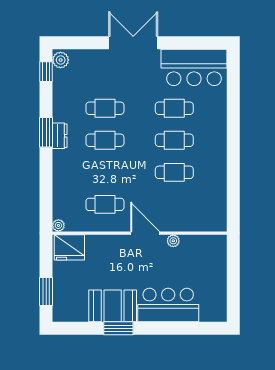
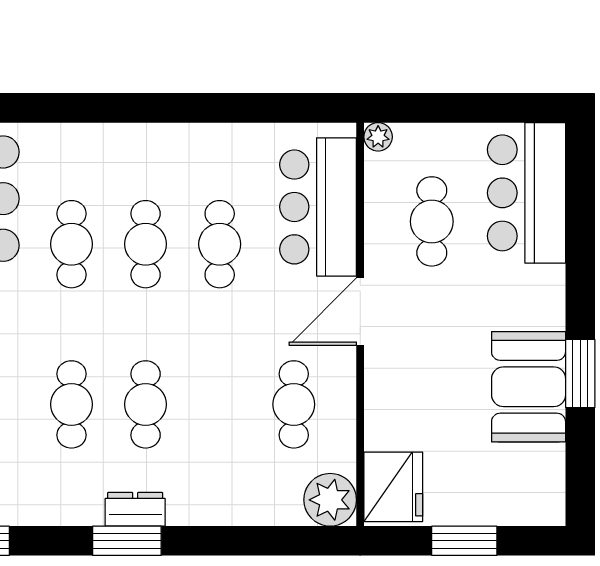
bar counter: (190, 215) -> (318, 207), added
plant: (58, 225) -> (330, 500), width x1.87, depth x1.87
plant: (173, 241) -> (378, 137), moved
cafe table: (184, 264) -> (432, 221), added
window: (46, 291) -> (464, 541), moved
bar counter: (168, 305) -> (527, 193), moved

